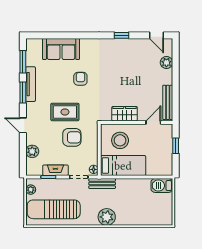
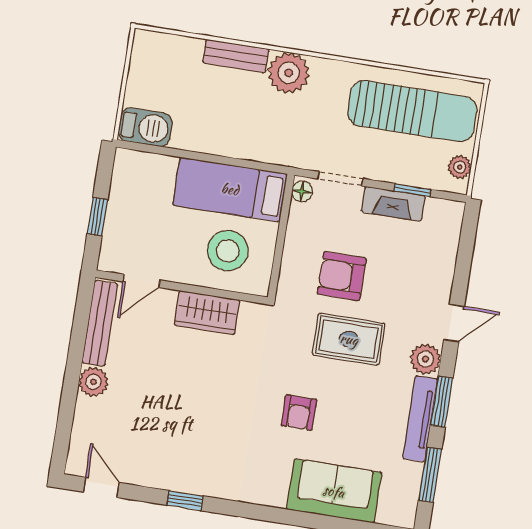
plant: (166, 63) -> (93, 382), moved
door: (23, 125) -> (454, 323), hinge flipped
plant: (32, 151) -> (425, 359), moved
bench: (102, 184) -> (236, 56), moved

